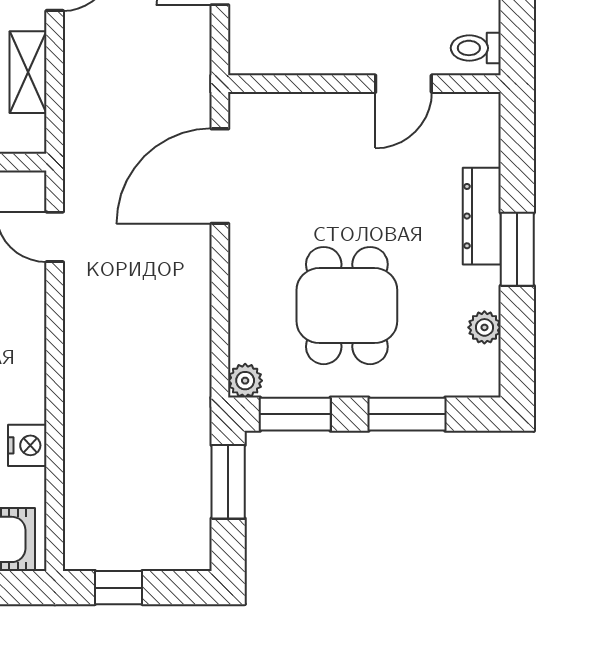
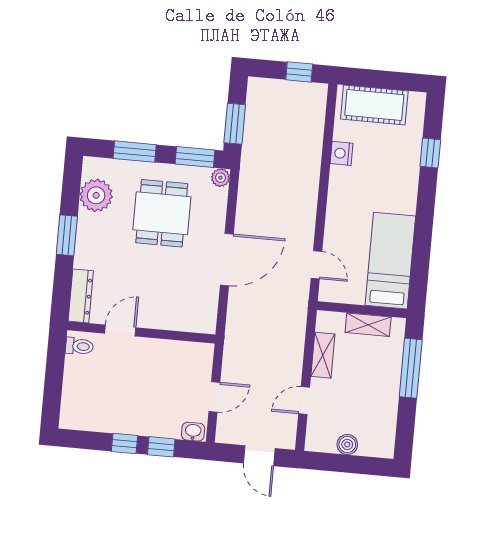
door: (220, 176) -> (227, 260), moved
dresser: (482, 216) -> (81, 296), moved
plant: (484, 327) -> (96, 195), width x1.88, depth x1.88

